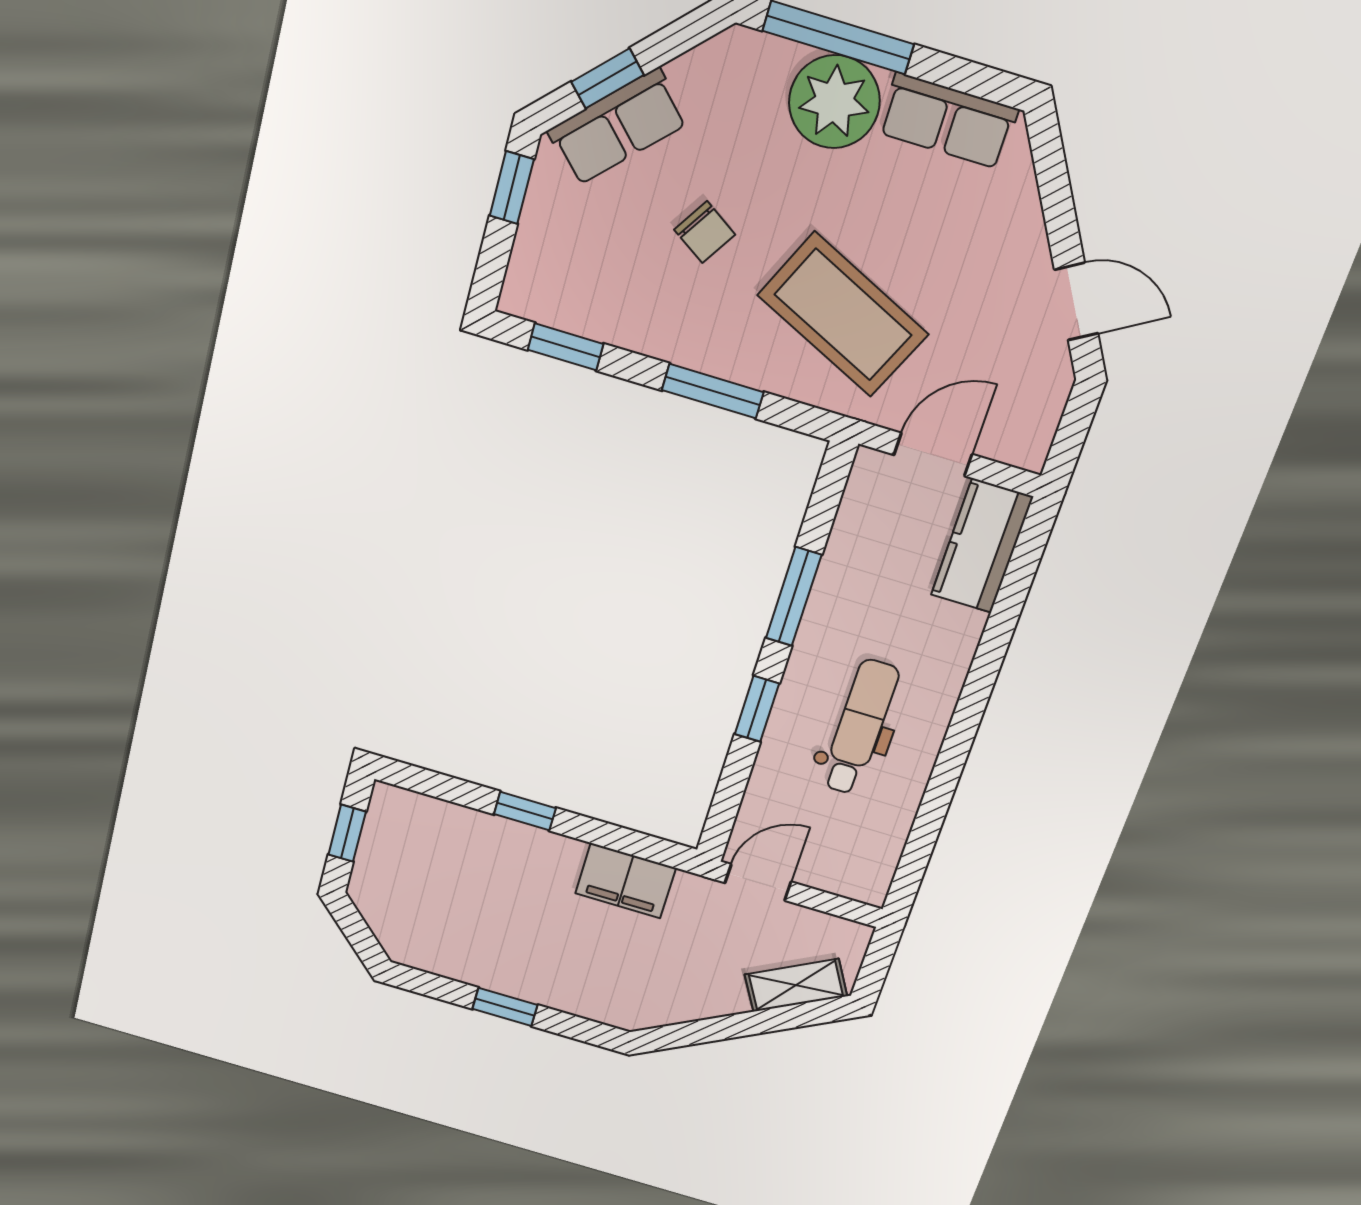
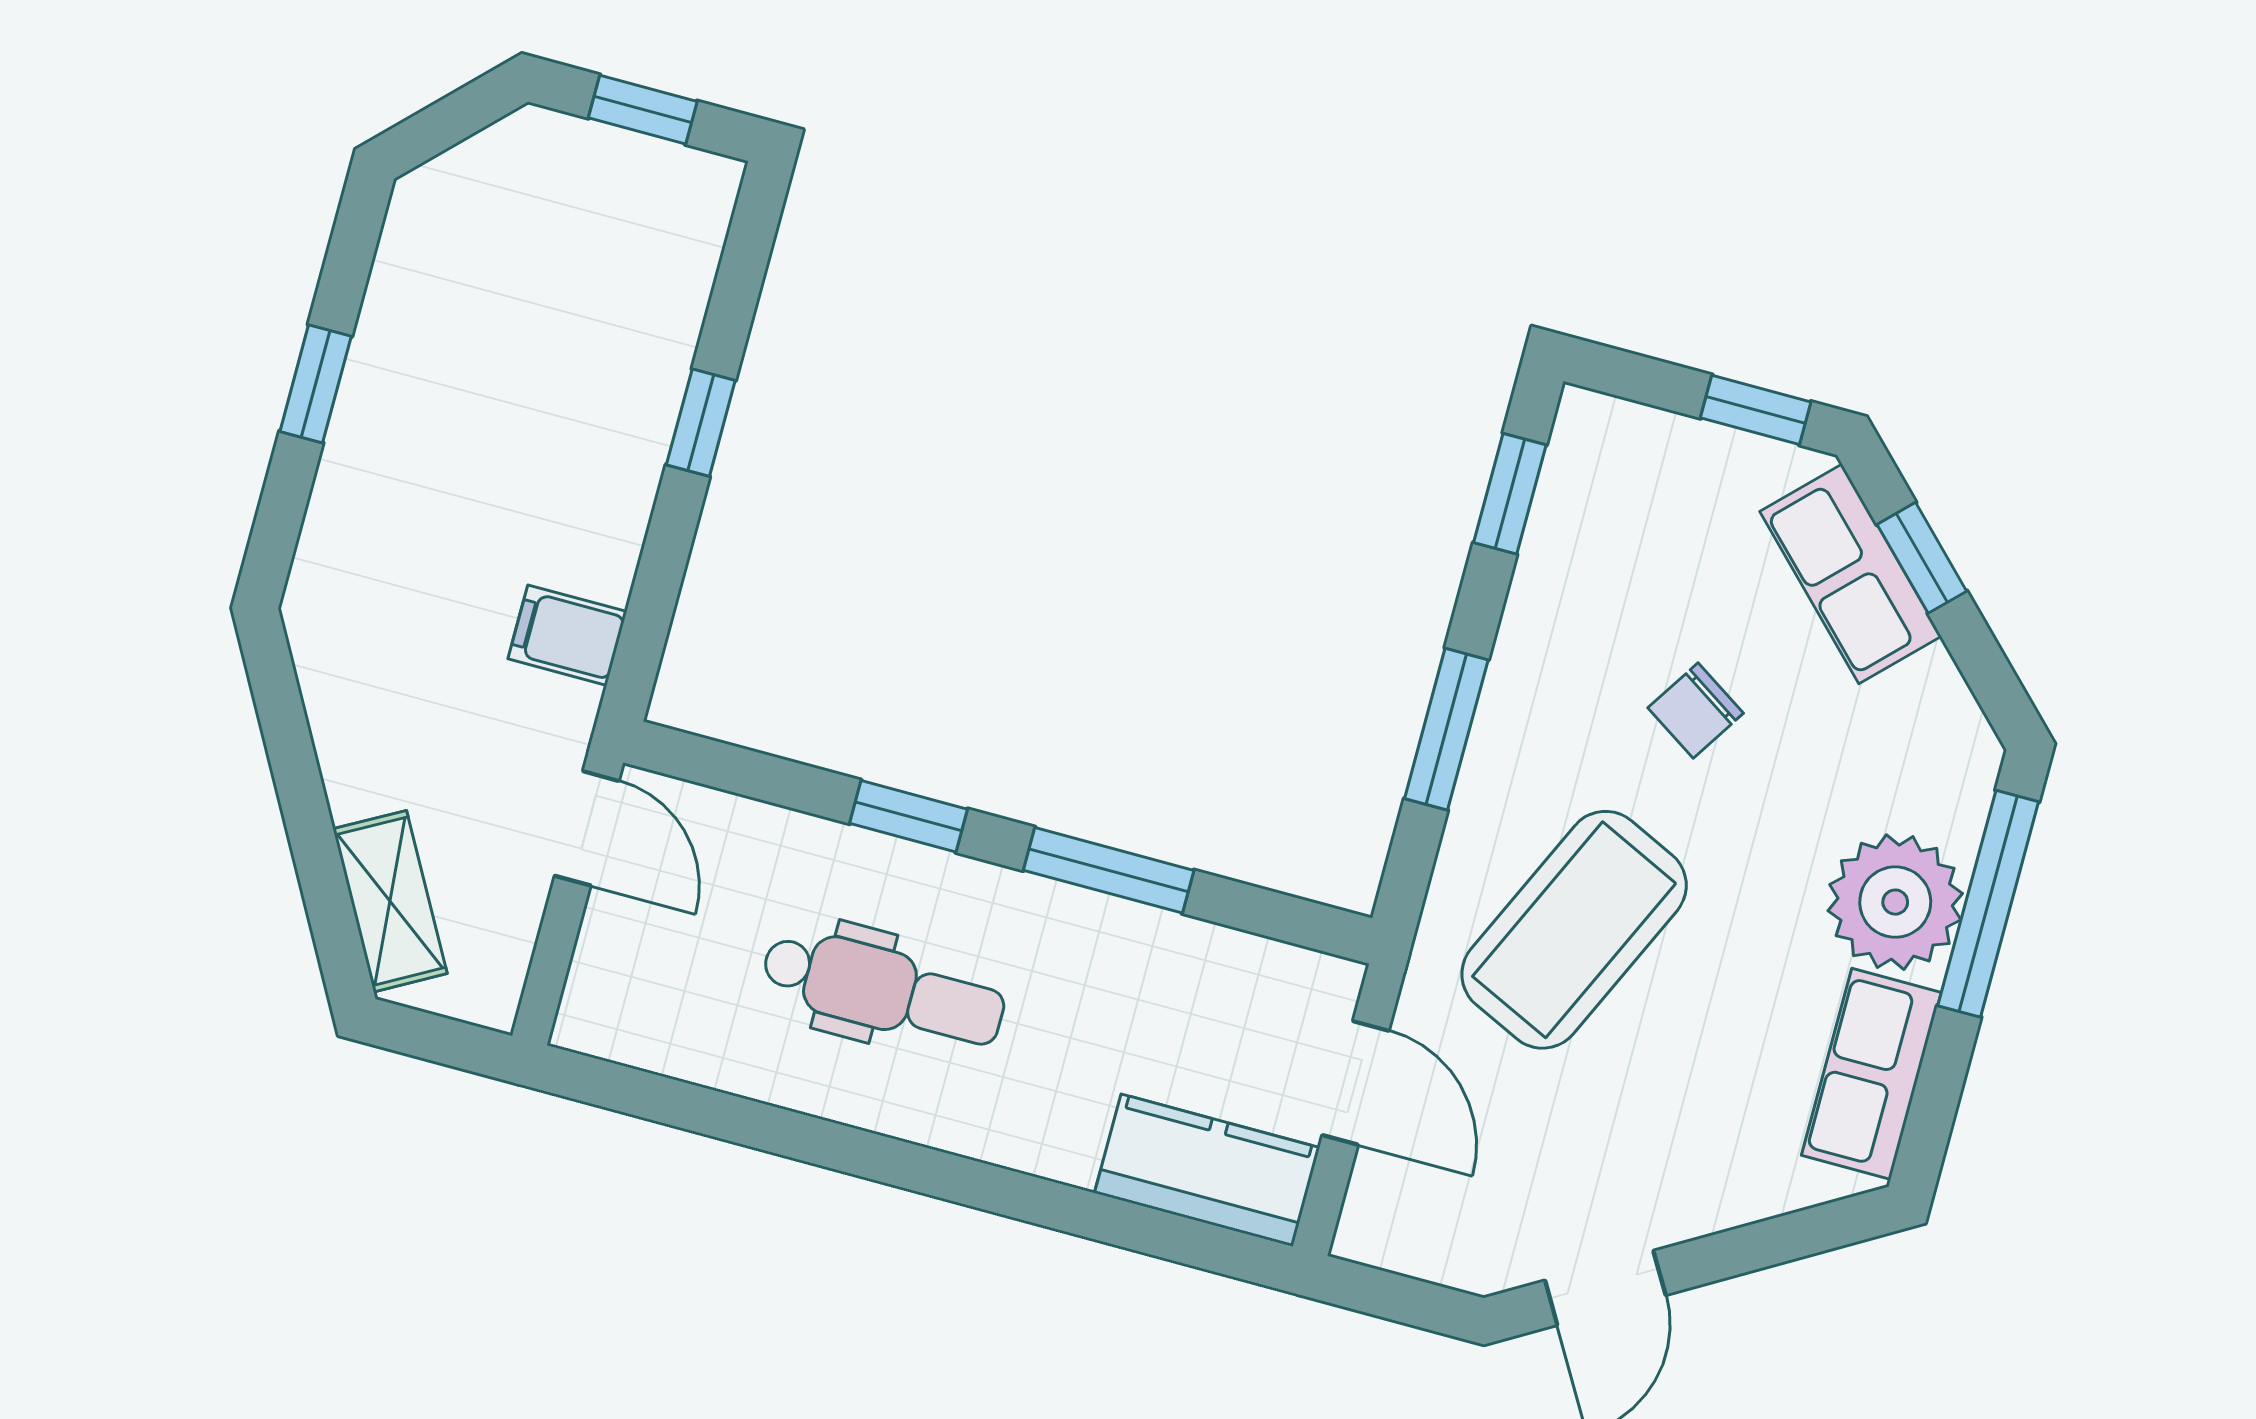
filing cabinet: (626, 881) -> (567, 635), width x0.50

